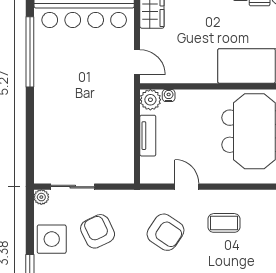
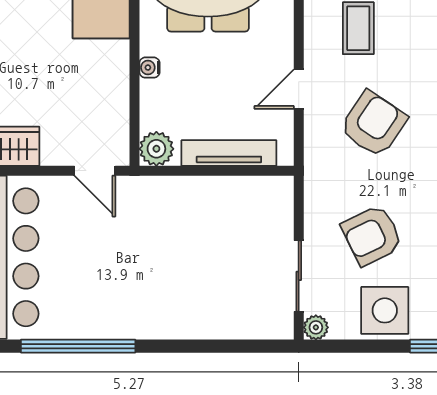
door: (137, 62) -> (95, 171), swing flipped
water cooler: (169, 95) -> (150, 68), moved
tv unit: (148, 136) -> (229, 153), width x1.41

